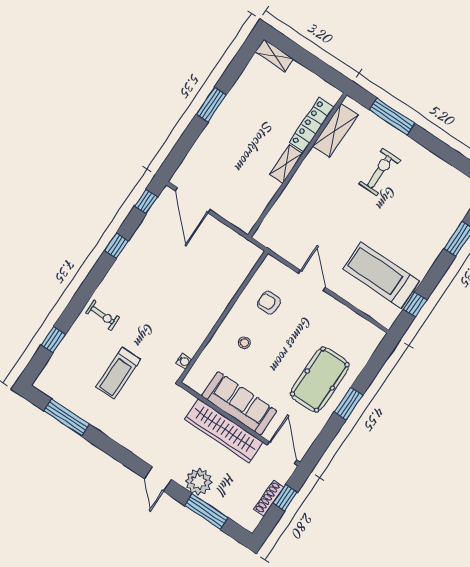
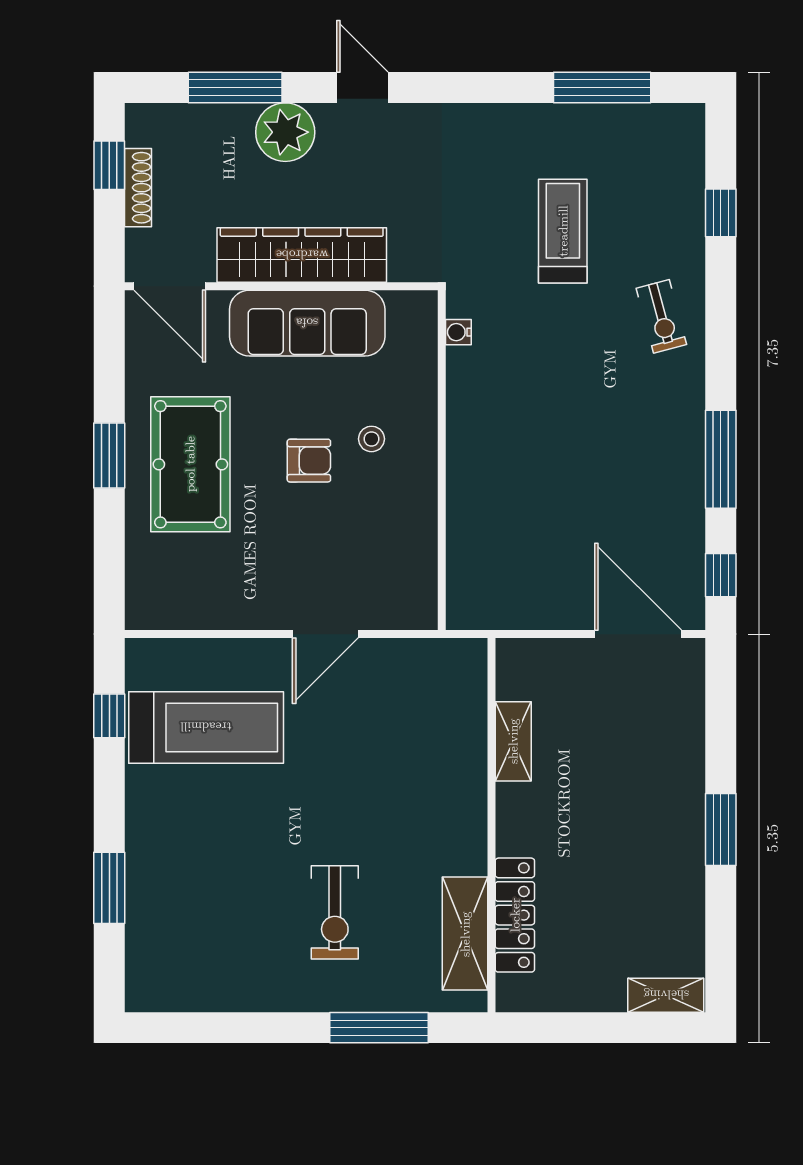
shelving: (286, 164) -> (513, 741), moved
window: (116, 246) -> (721, 459), width x2.17
door: (312, 280) -> (325, 634), hinge flipped
armchair: (269, 303) -> (309, 461), moved
exercise bike: (103, 315) -> (661, 316), turned -105
window: (285, 498) -> (109, 165), moved

